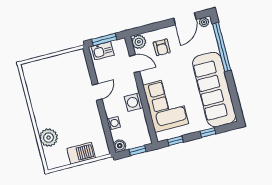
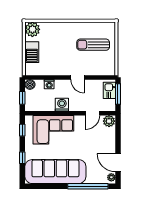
armchair: (162, 47) -> (100, 138), removed
sun lounger: (54, 84) -> (93, 45), added
plant: (49, 138) -> (32, 29), moved

